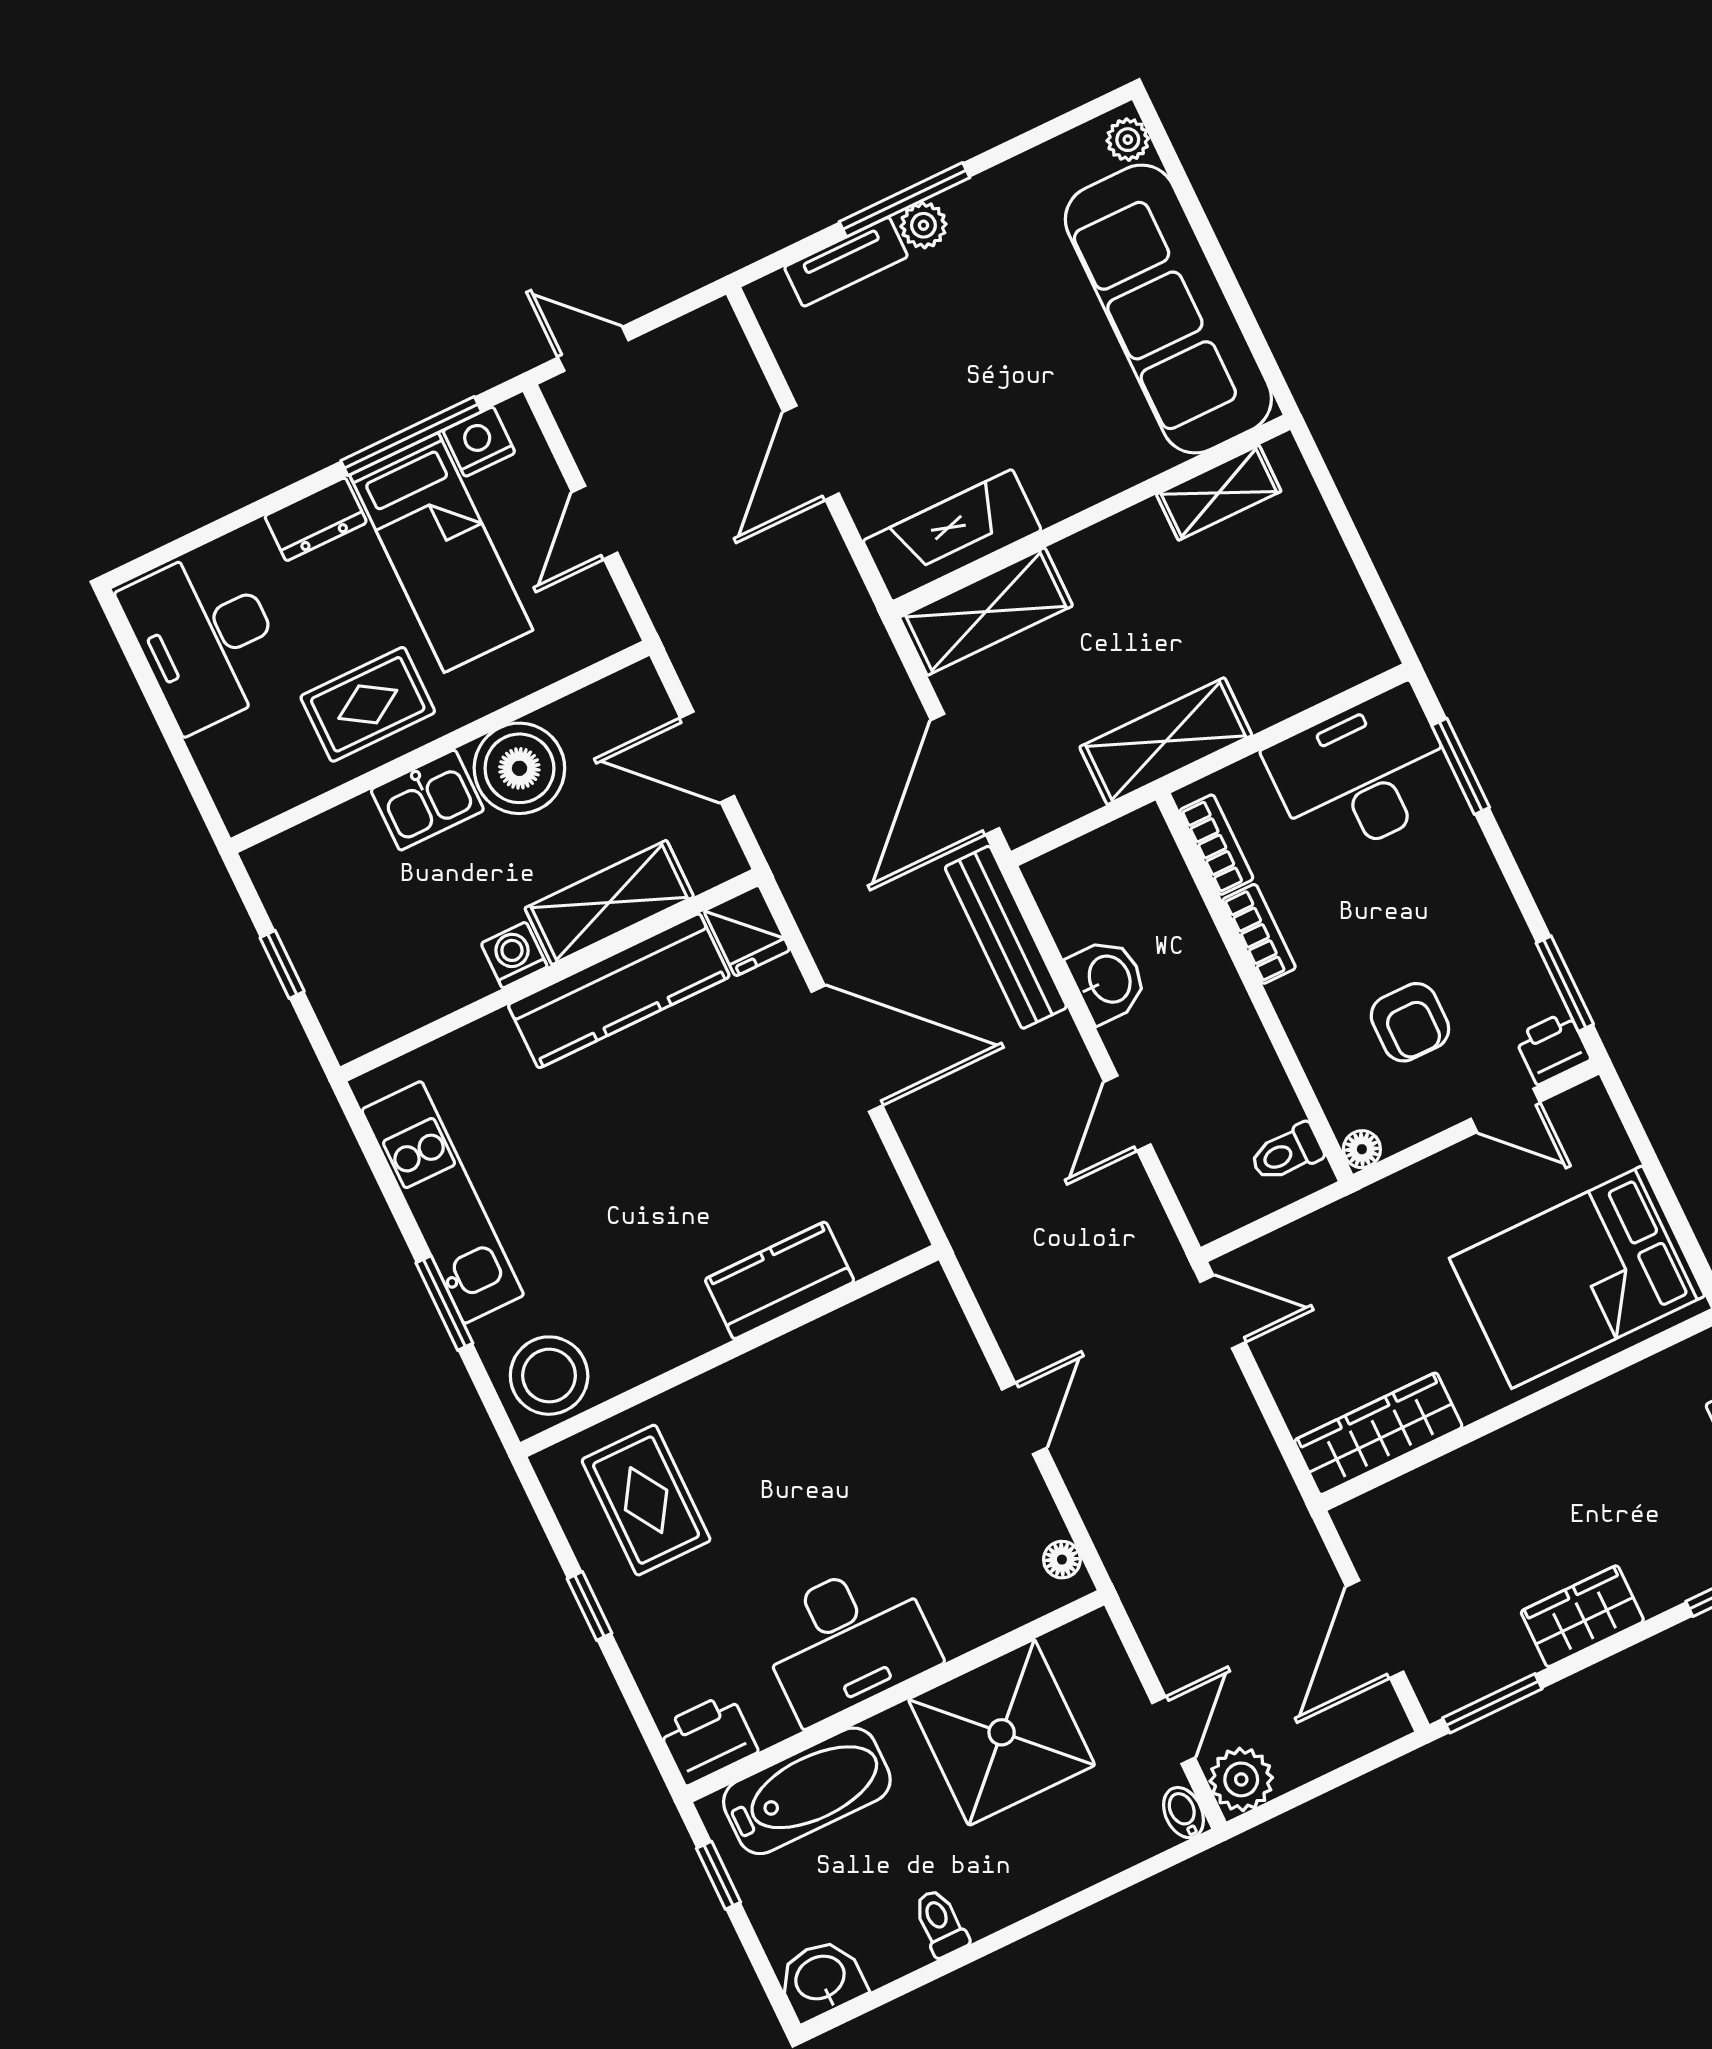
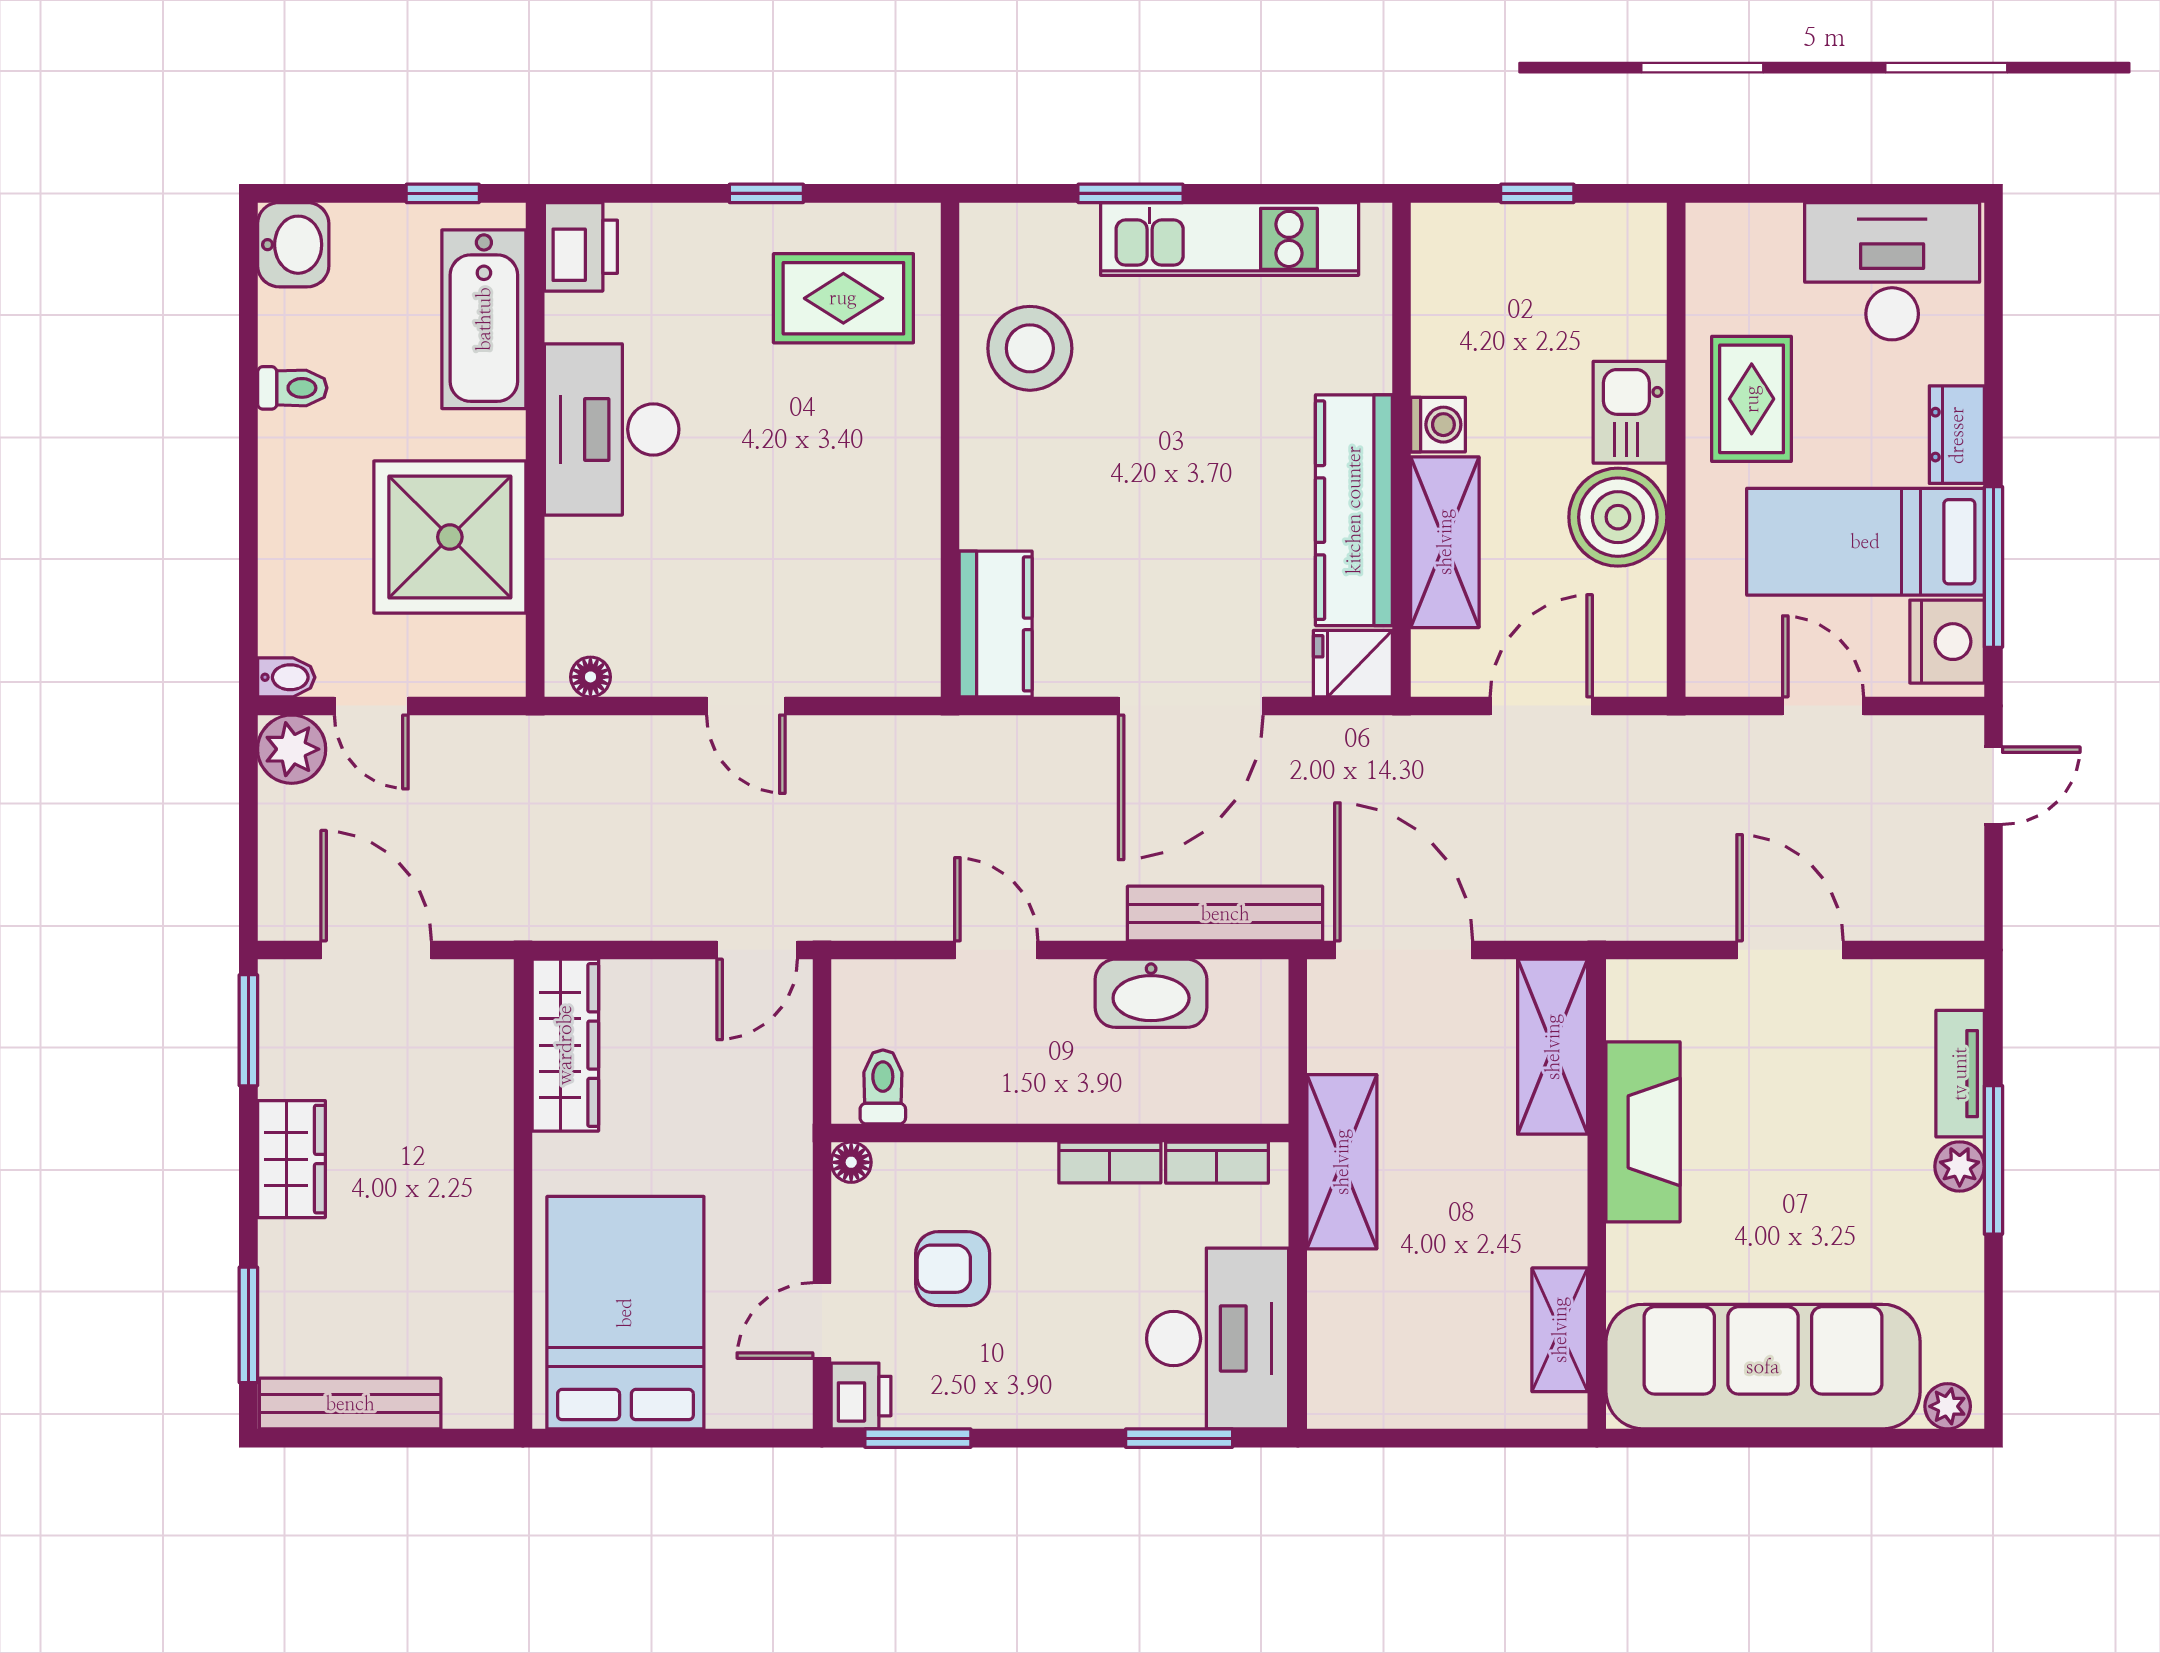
nightstand: (479, 442) -> (1947, 642), width x1.36, depth x1.33
fireplace: (952, 535) -> (1643, 1132), moved
washbasin: (1108, 980) -> (1151, 993), width x1.38
kitchen counter: (780, 1280) -> (996, 624), moved
stool: (549, 1376) -> (1030, 348), moved

